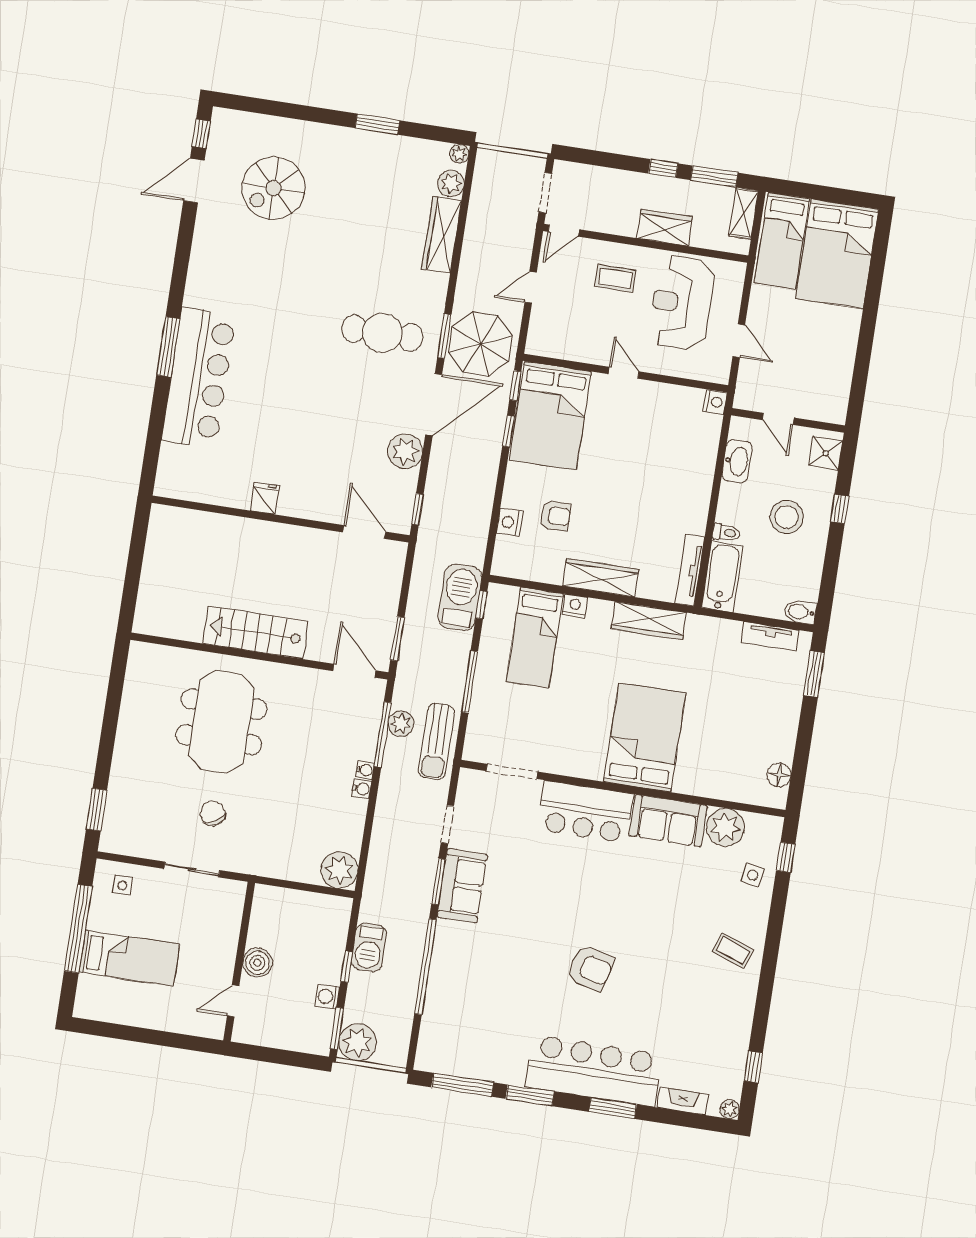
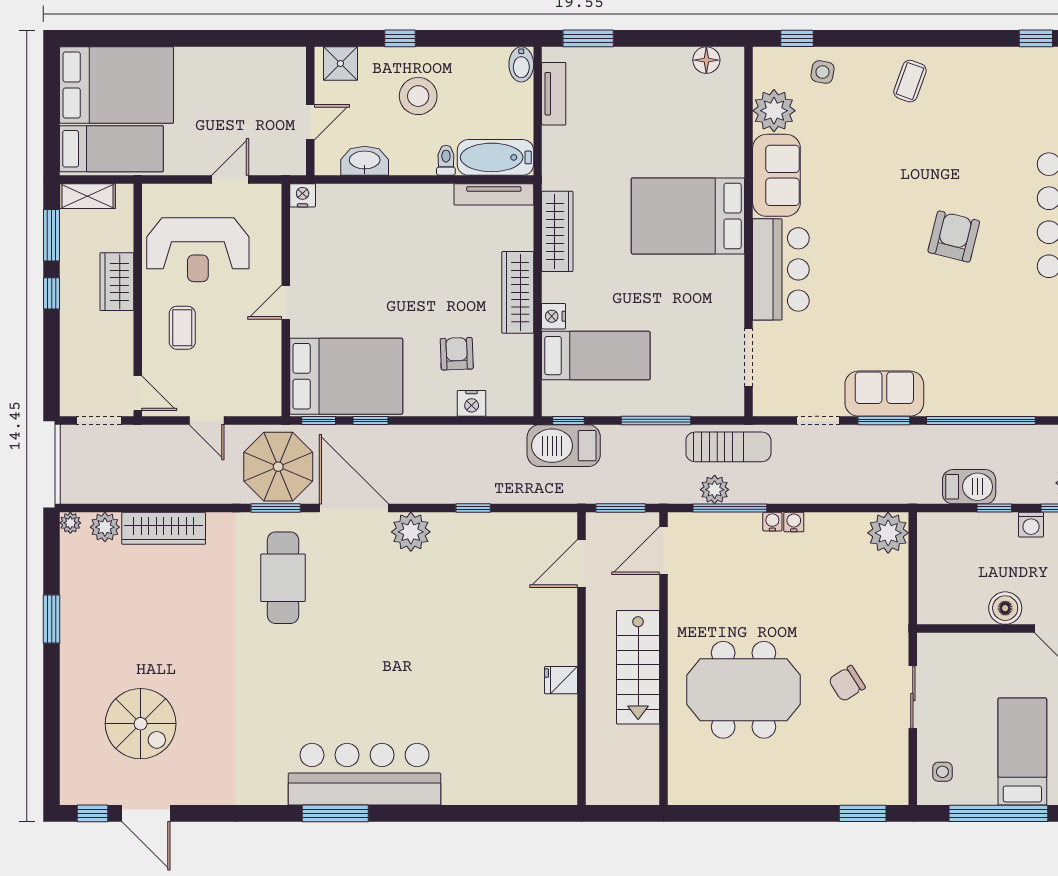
fridge: (265, 498) -> (561, 680), moved
wall: (281, 519) -> (581, 659), moved
door: (364, 532) -> (581, 564), moved

